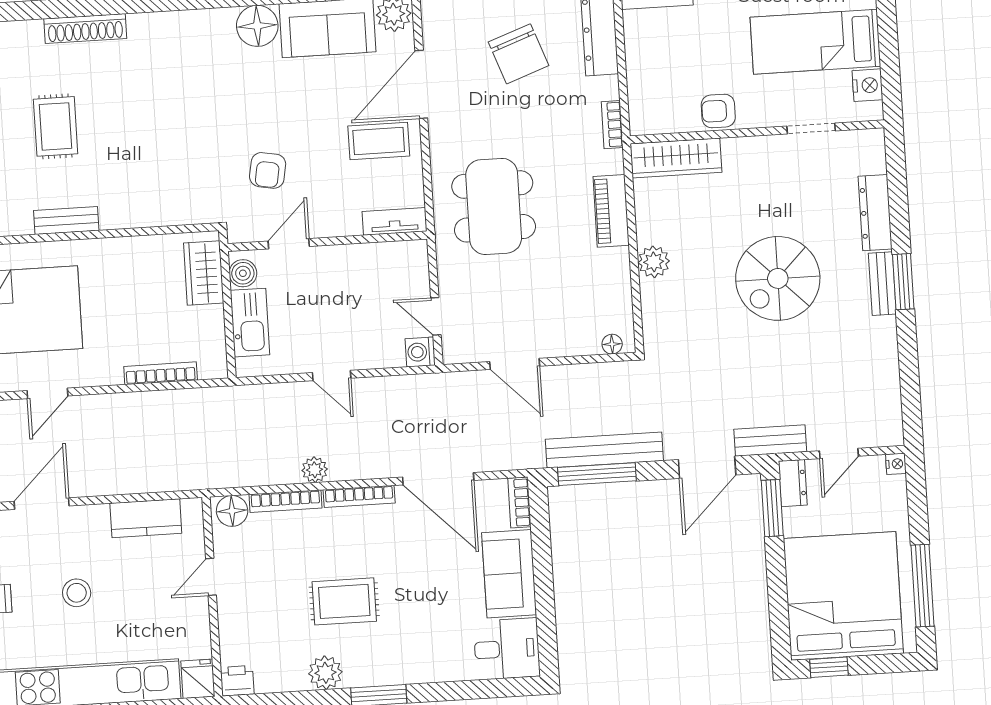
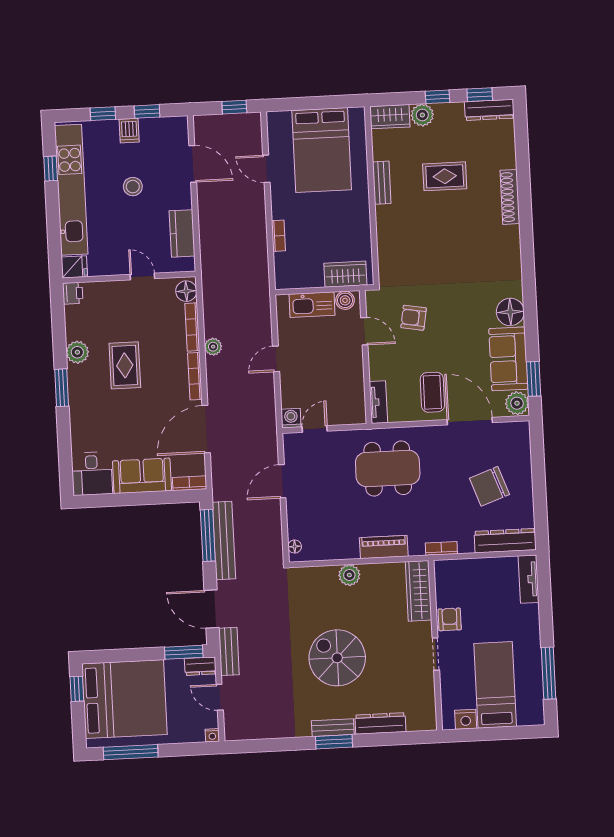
doorway: (811, 128) -> (436, 654), moved
bookcase: (161, 373) -> (278, 236), width x0.64

